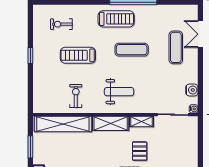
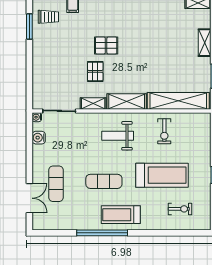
treadmill: (78, 55) -> (162, 175), width x1.37, depth x1.38

